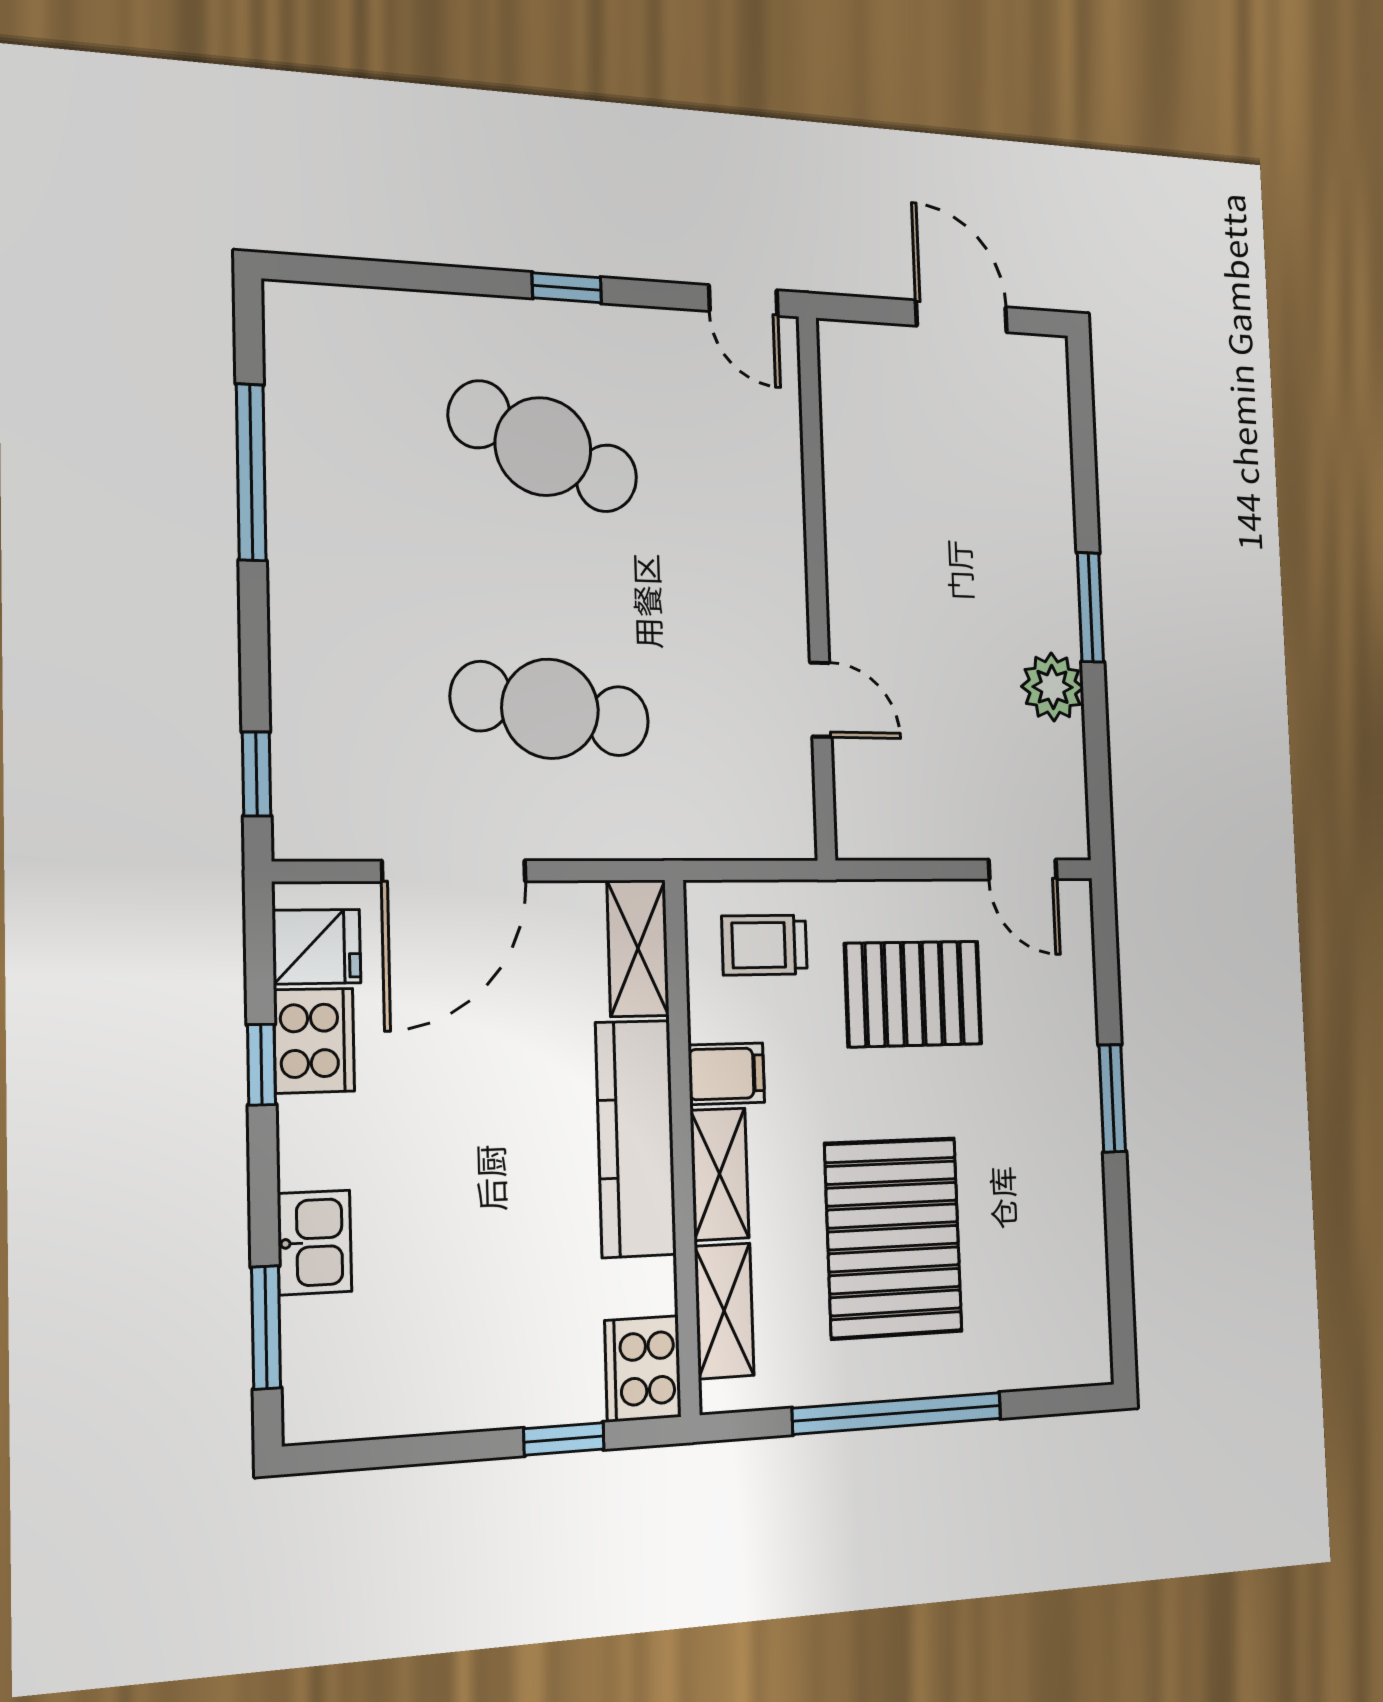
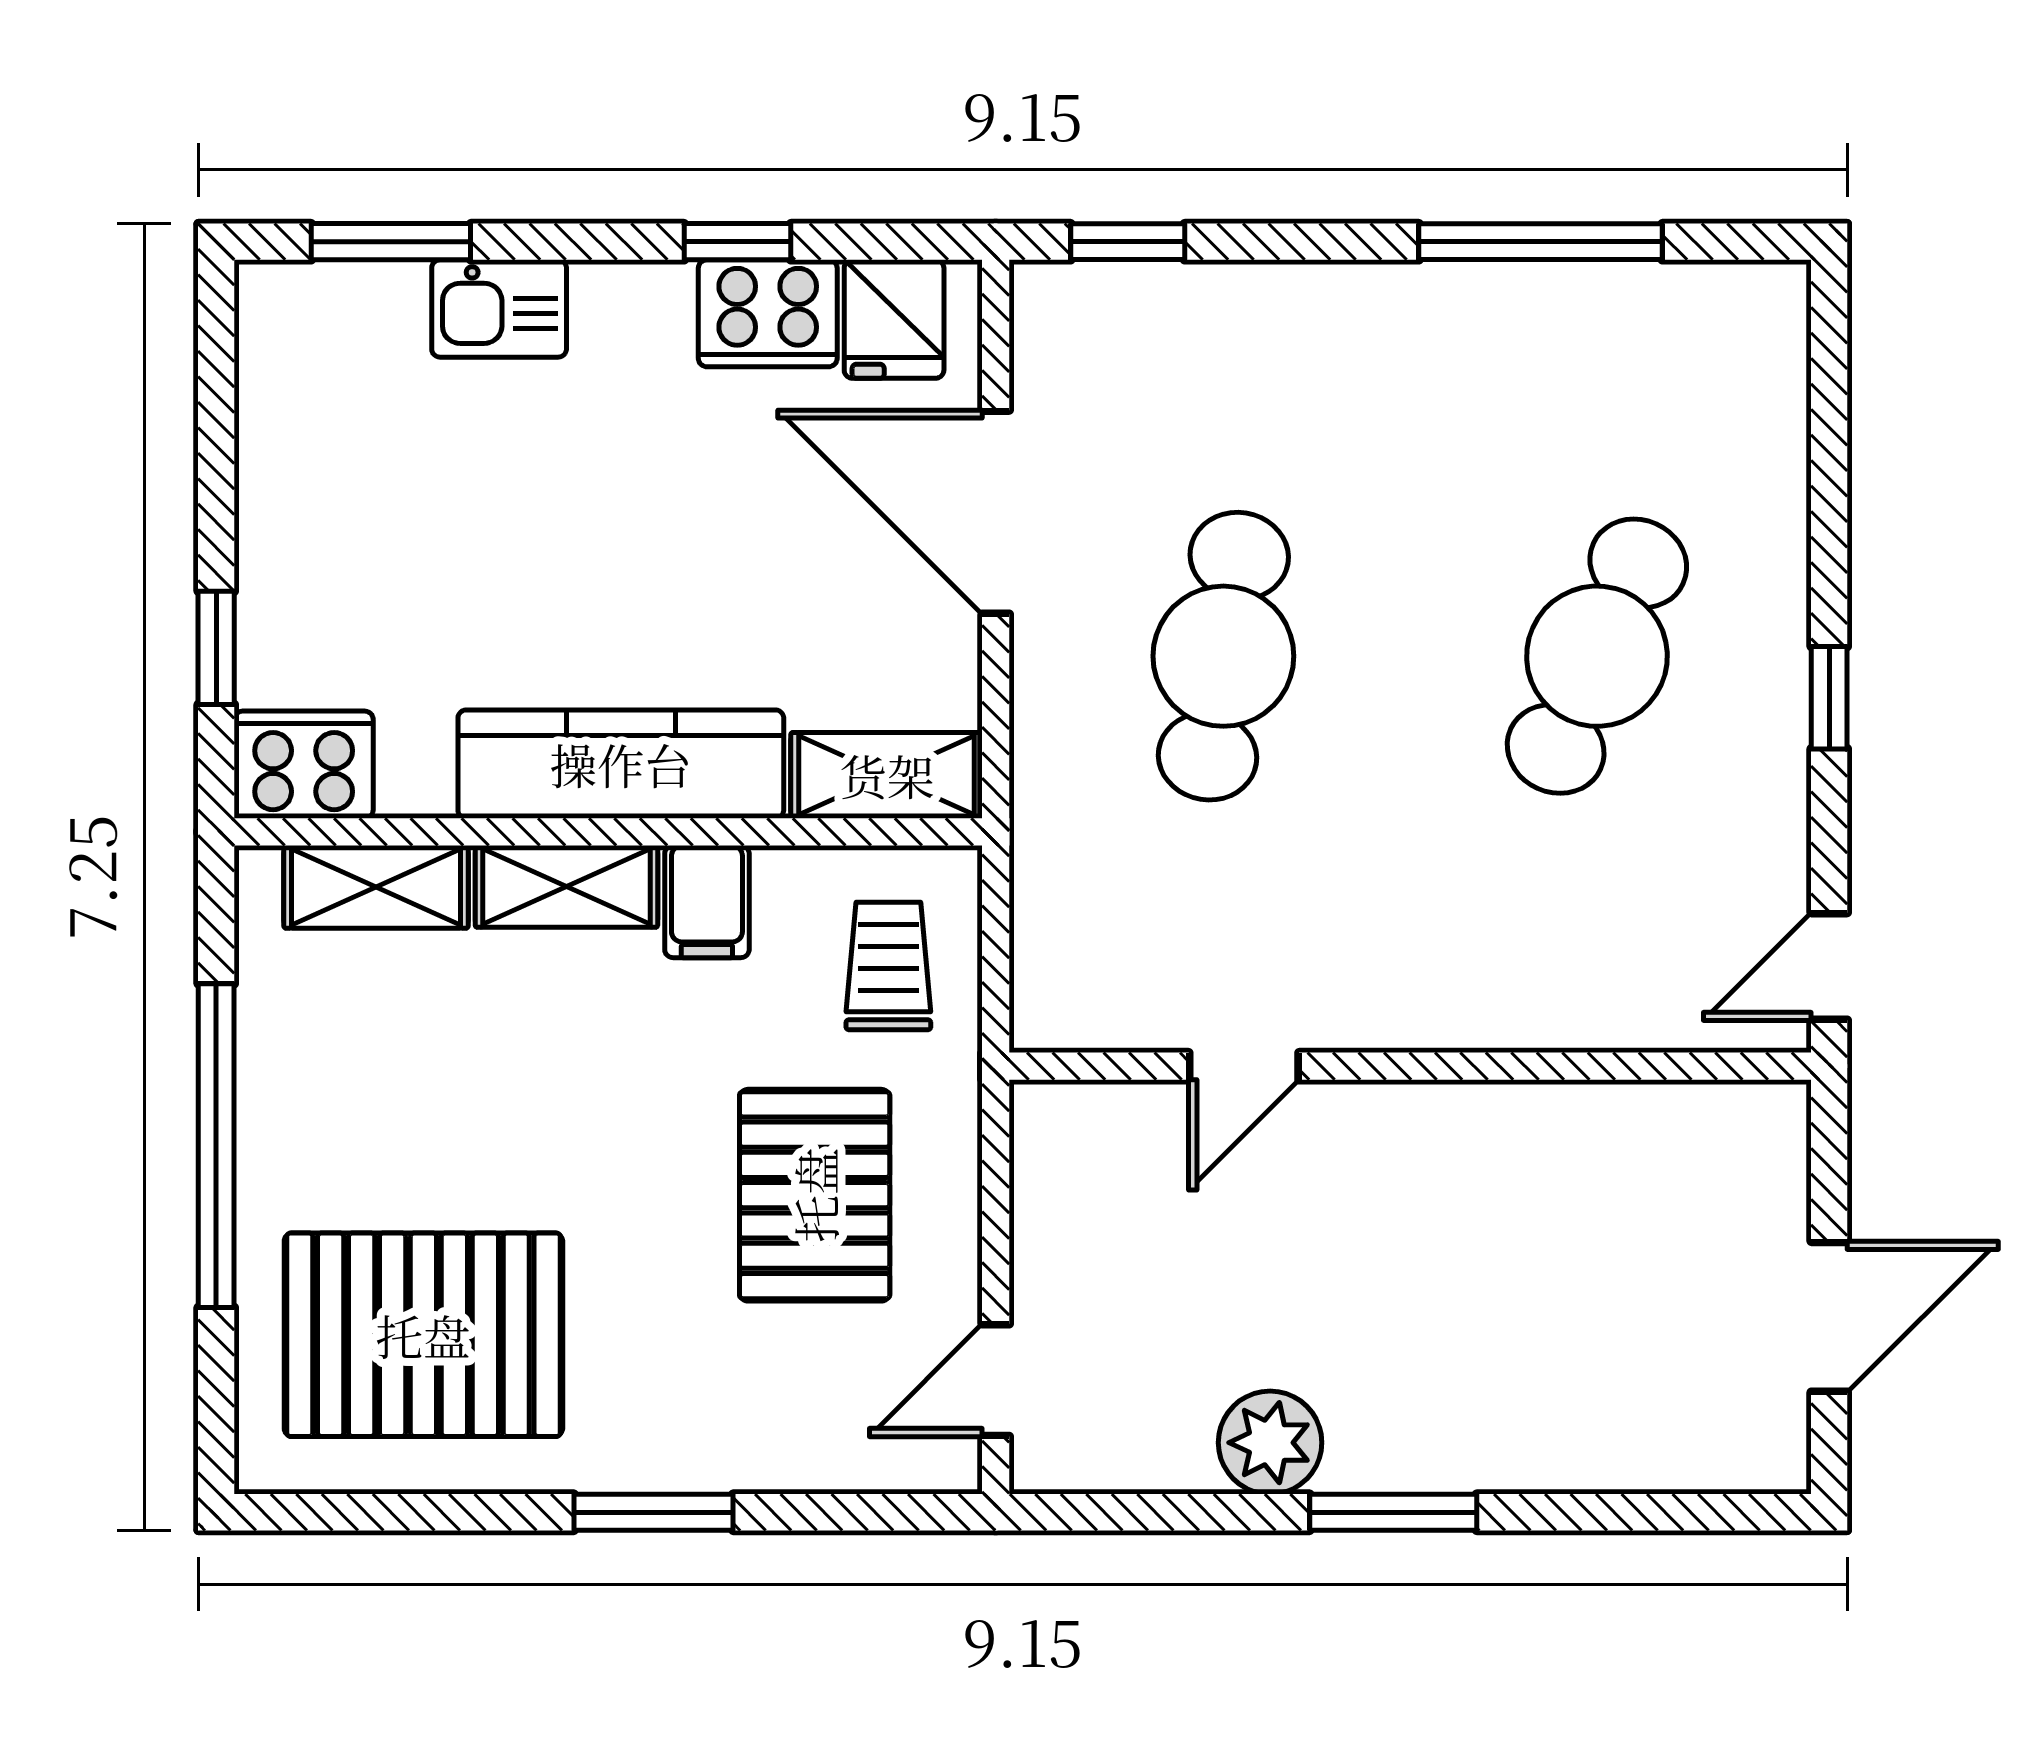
pallet: (893, 1238) -> (423, 1335), moved

